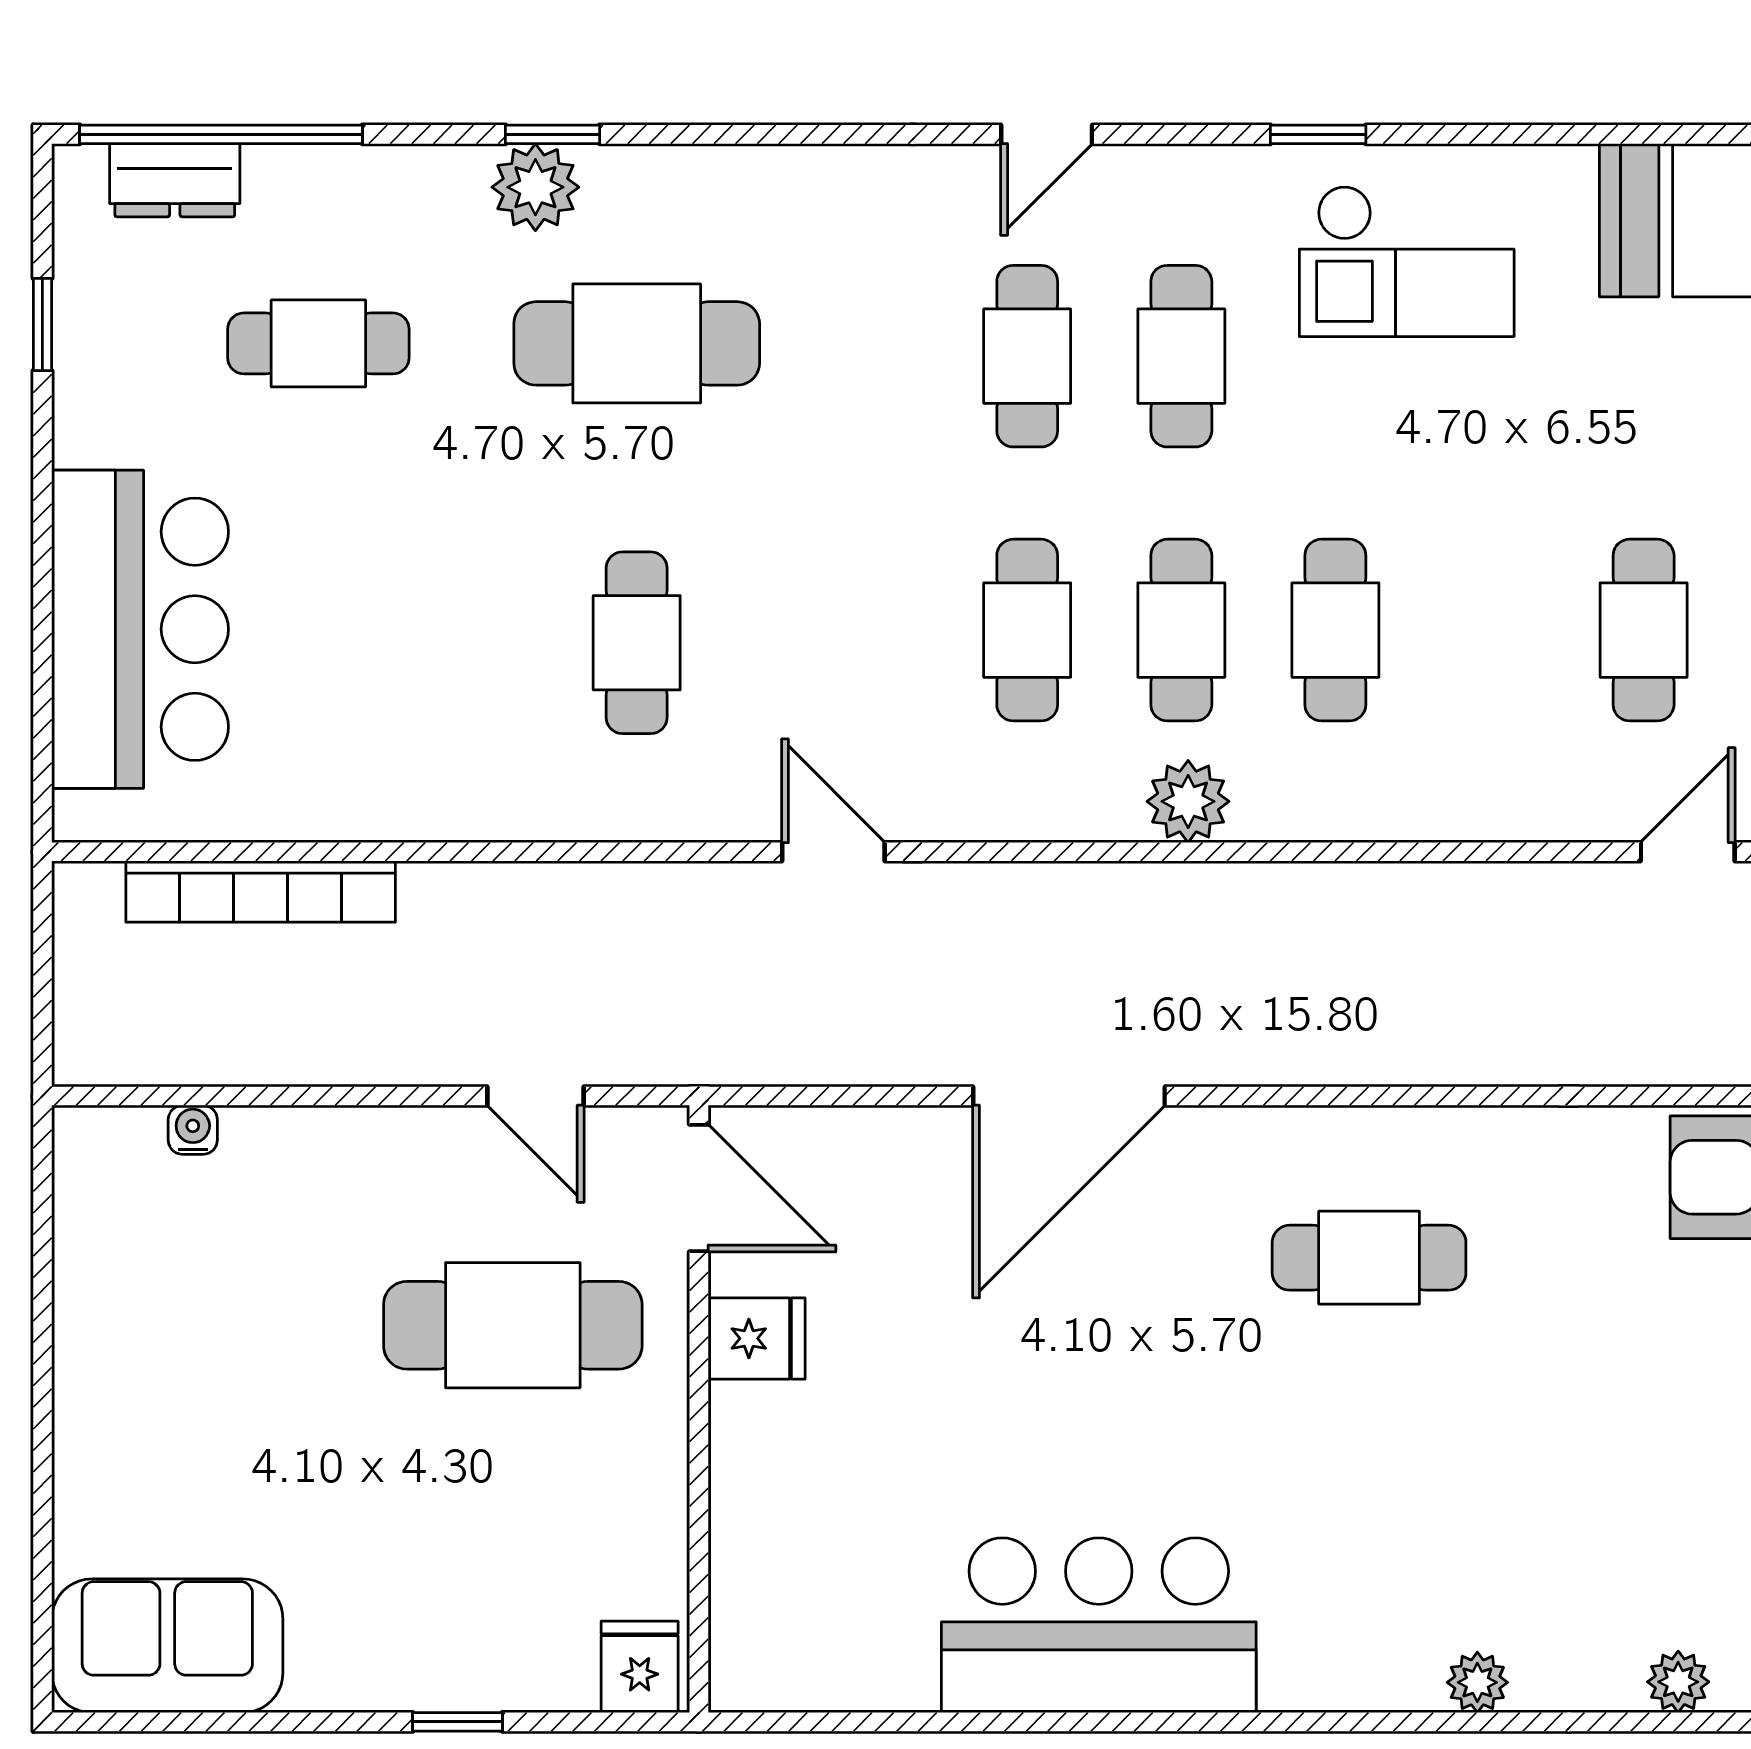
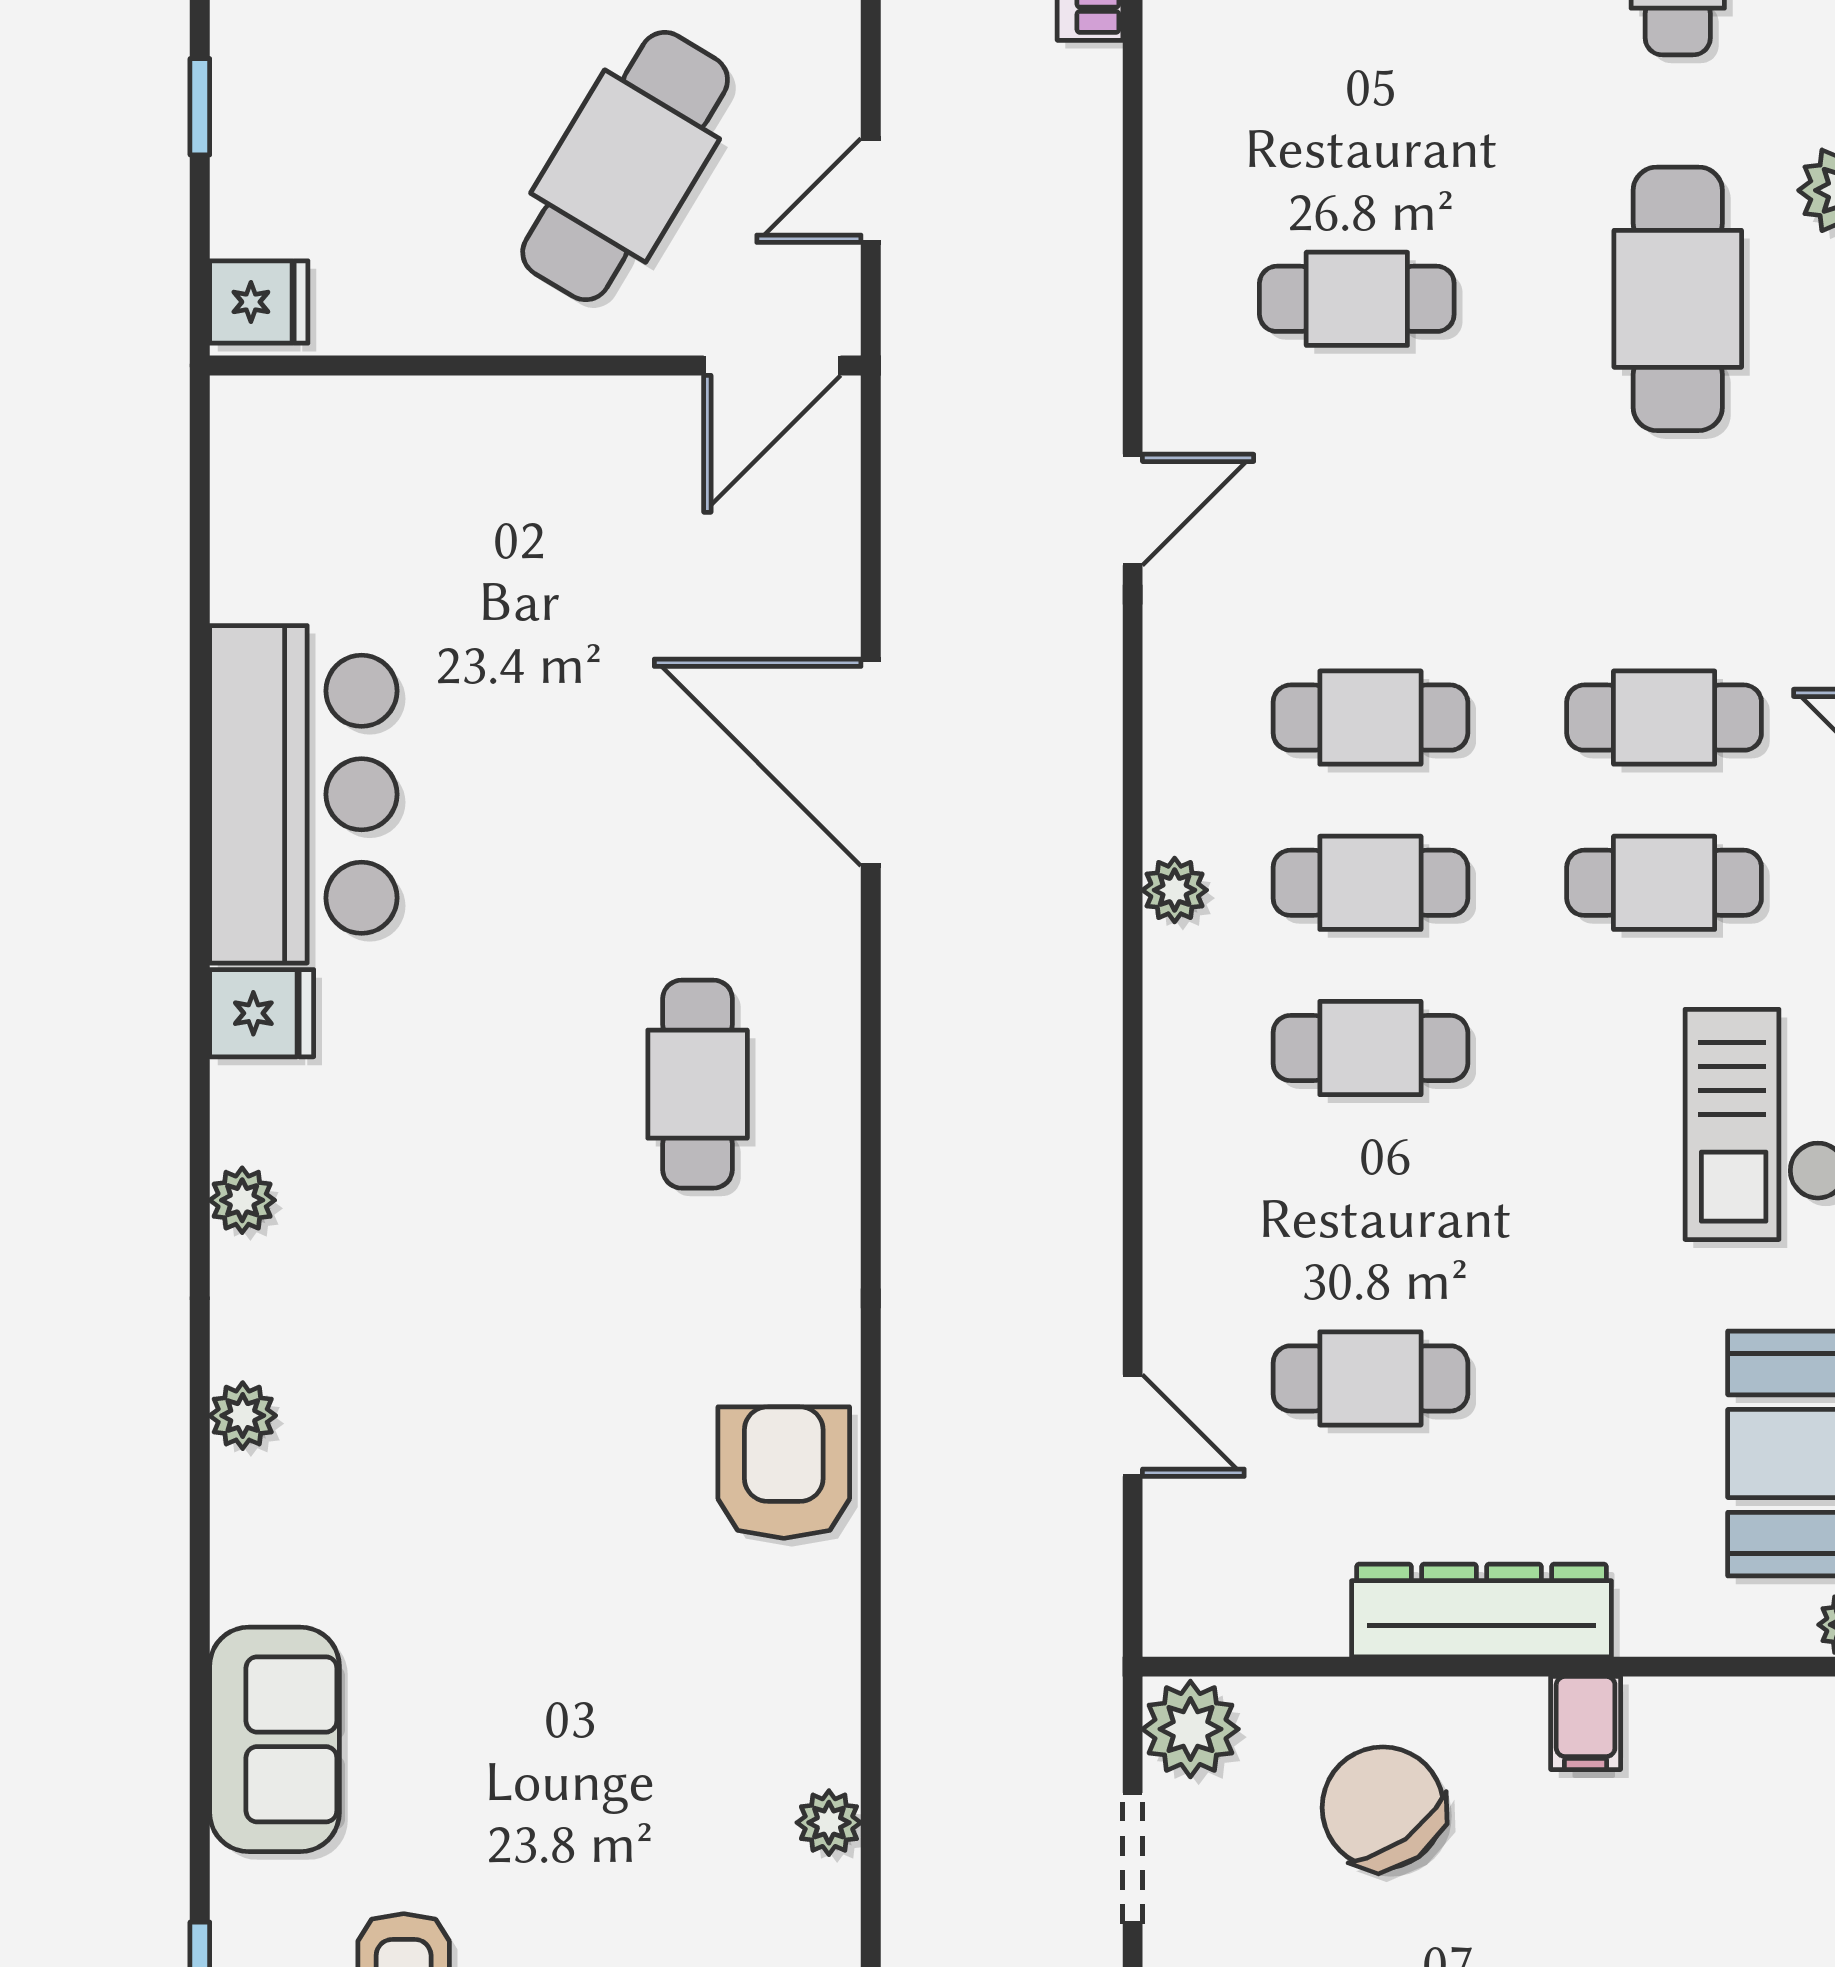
plant: (1188, 801) -> (1175, 890), width x0.73, depth x0.73
cafe table: (513, 1325) -> (625, 166), turned 31
fridge: (757, 1338) -> (262, 1013), moved, turned -90

